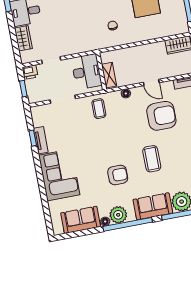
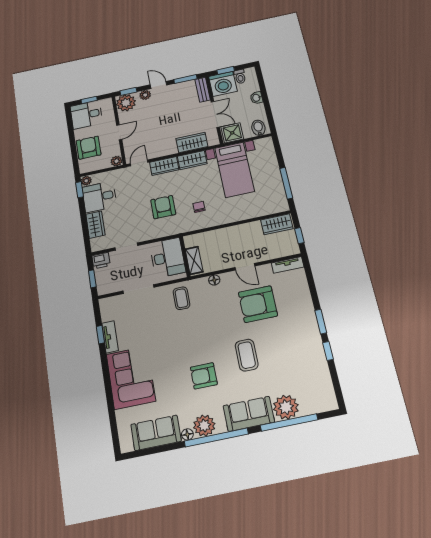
armchair: (82, 24) -> (163, 207), added
armchair: (161, 116) -> (258, 304), turned 180
armchair: (118, 175) -> (204, 376), turned 180

